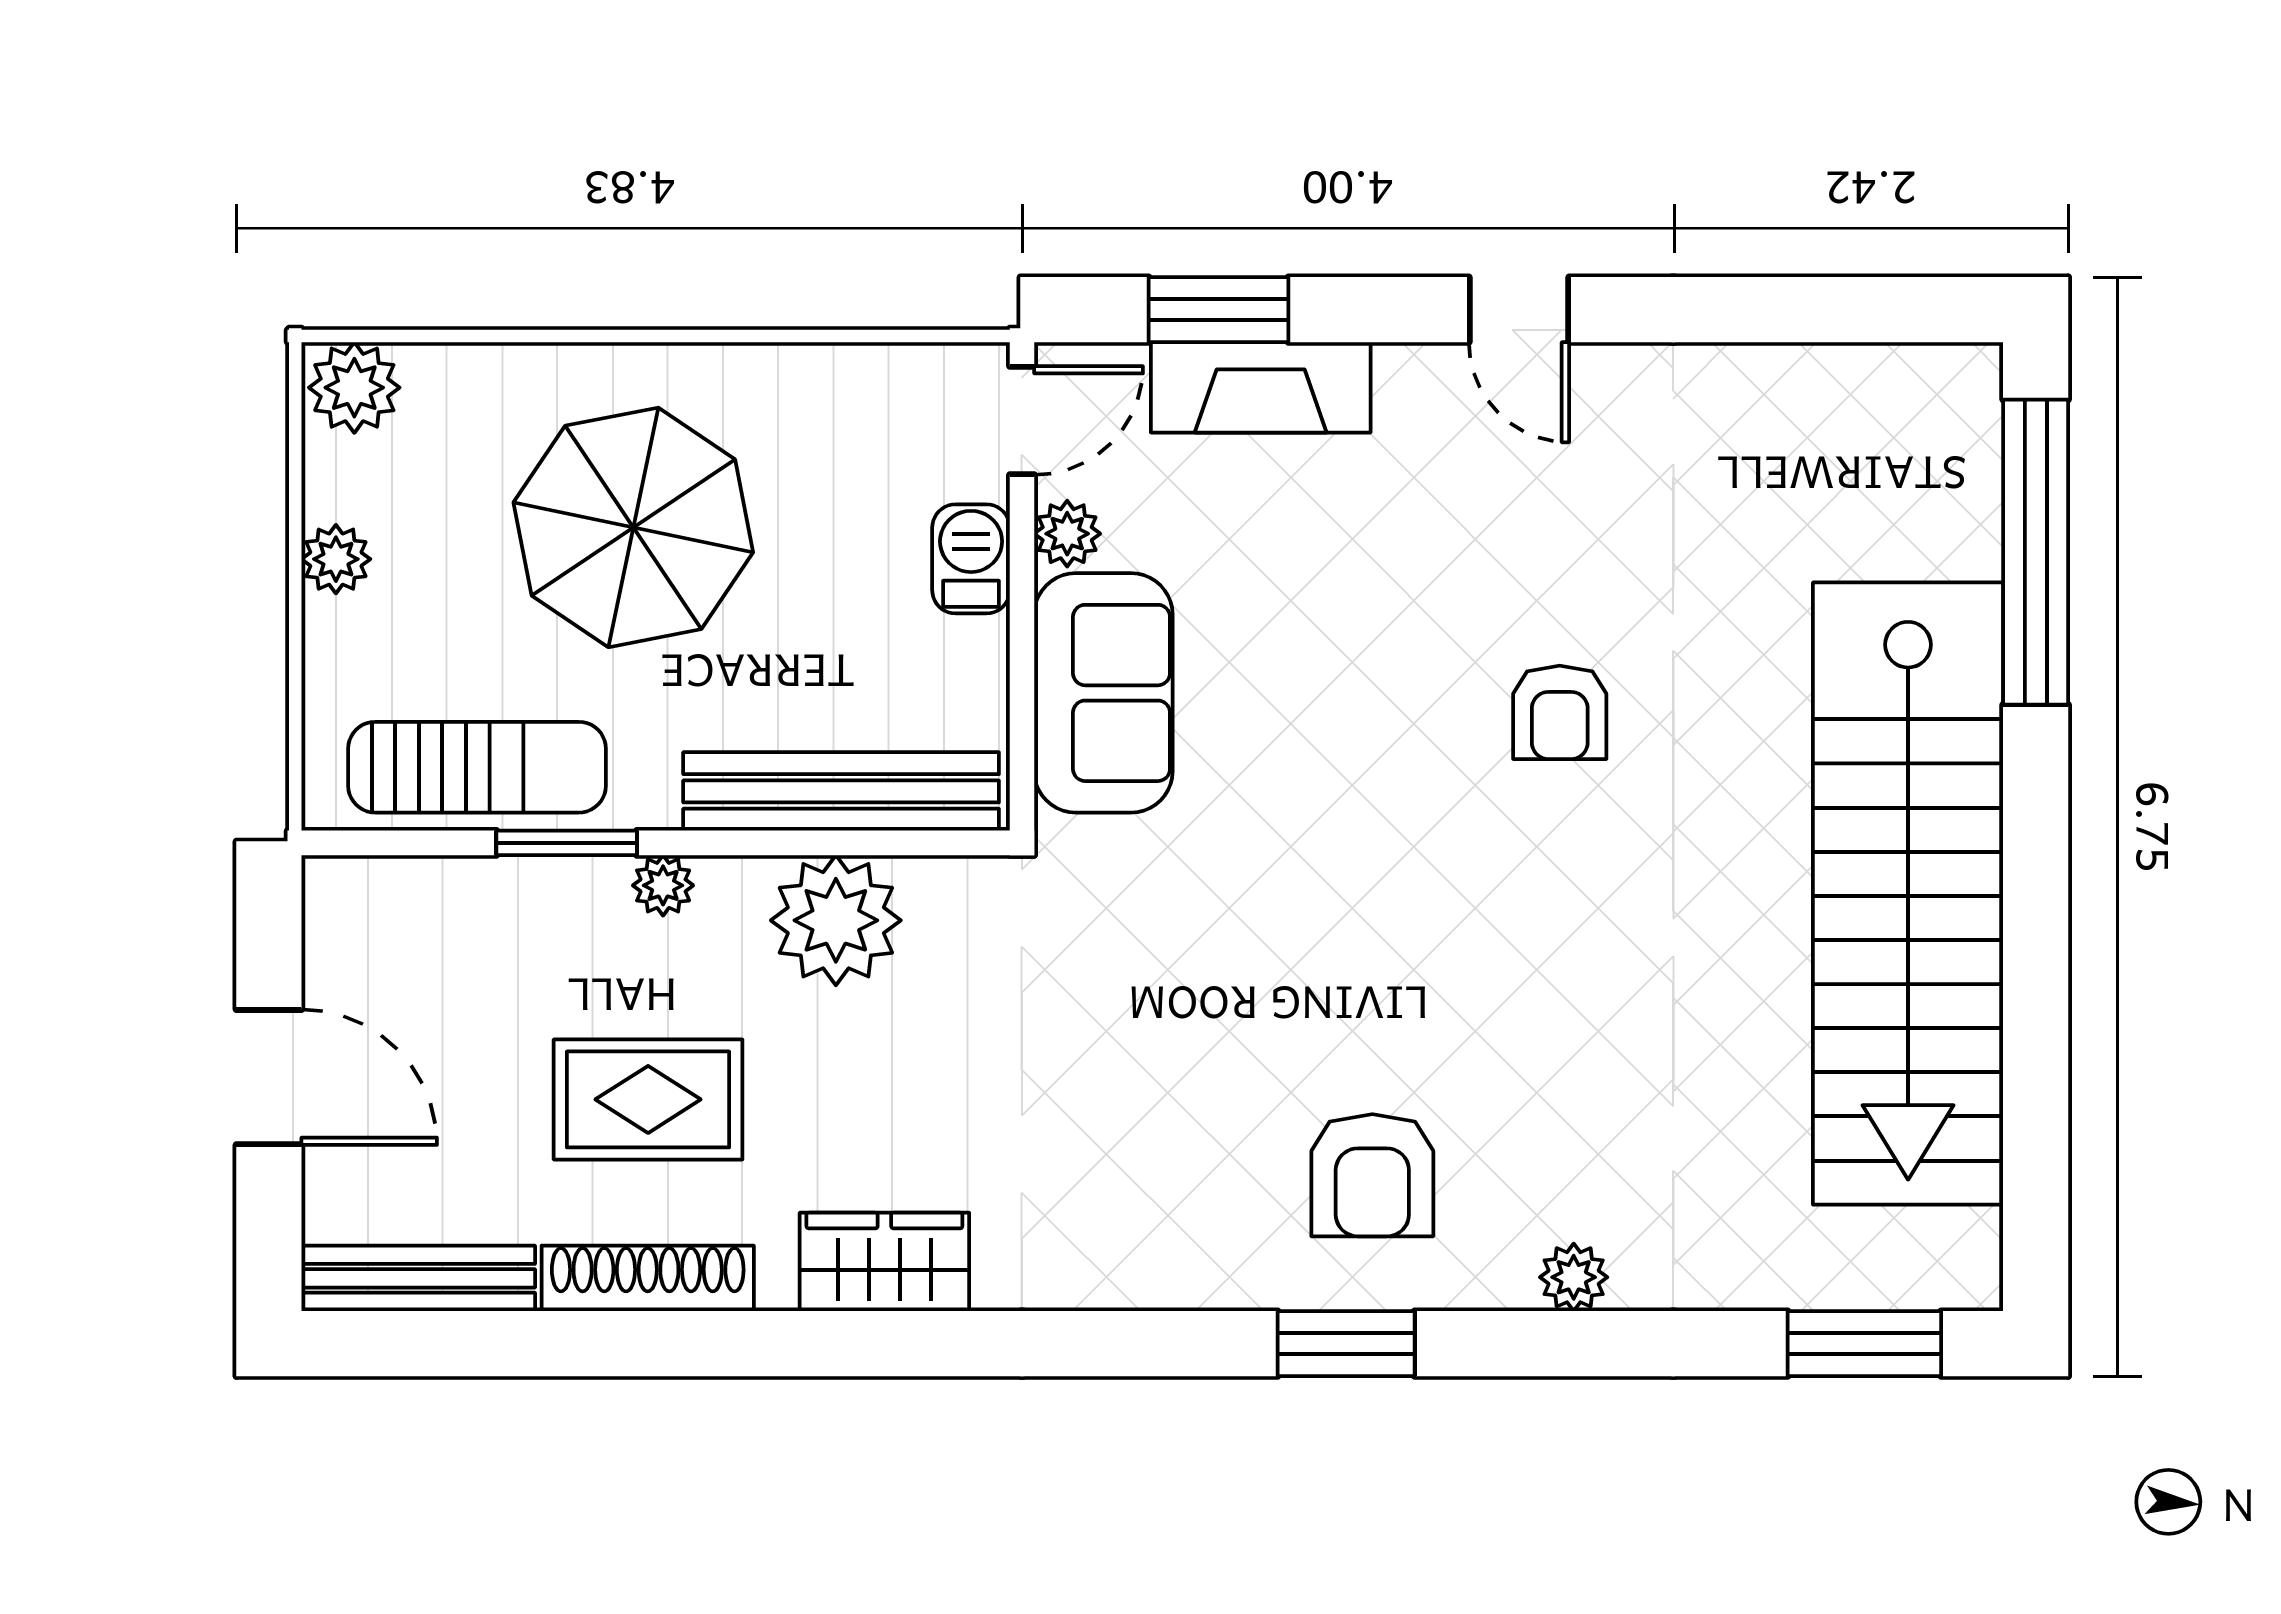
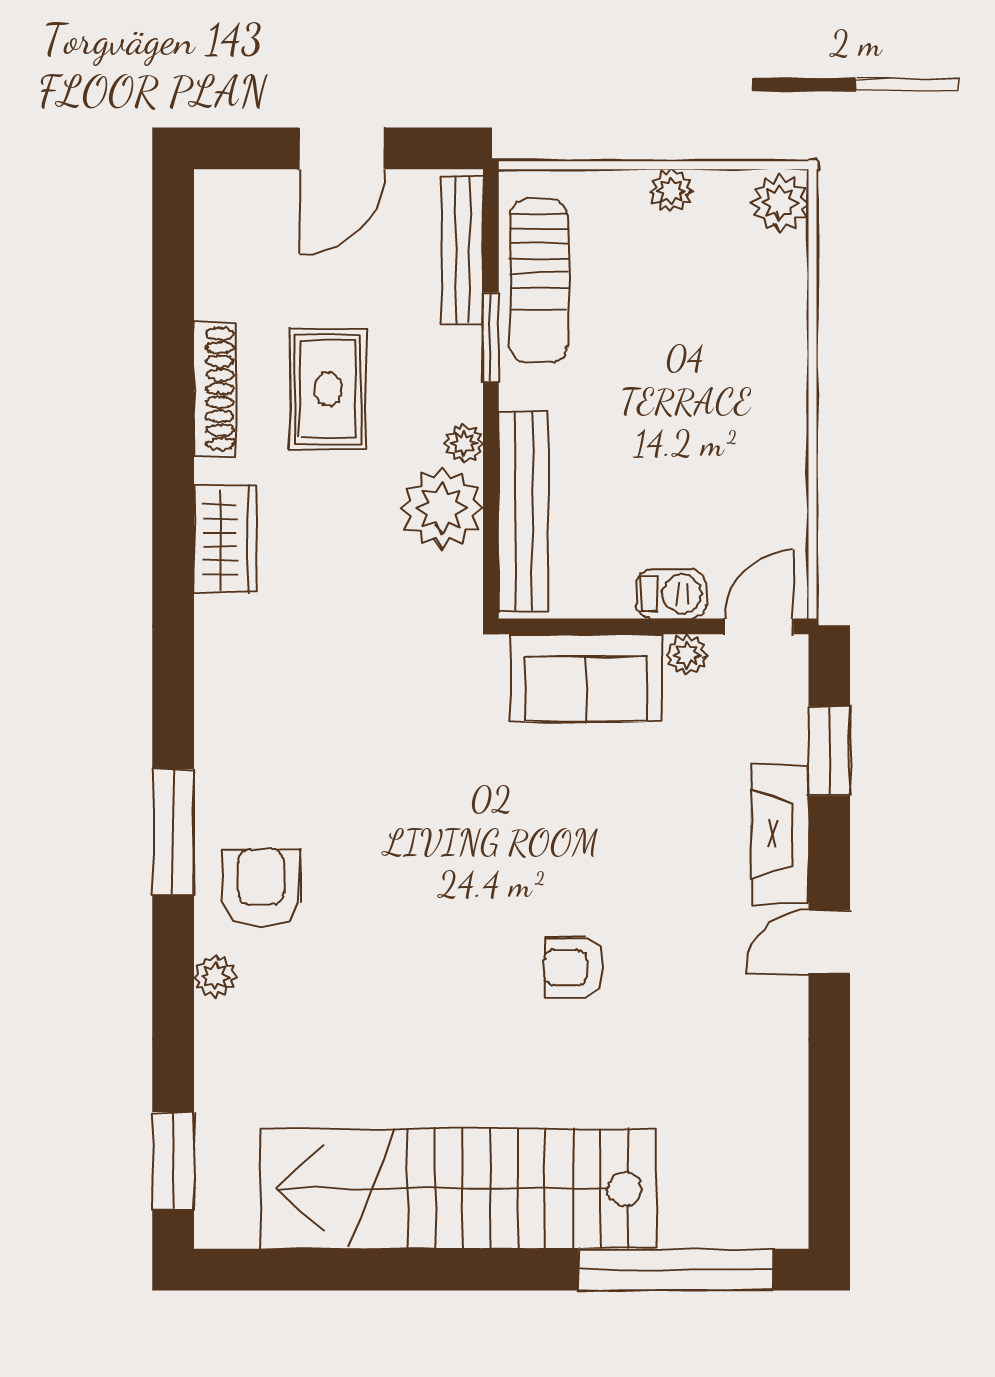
fireplace: (1261, 387) -> (780, 834), moved
door: (1022, 421) -> (759, 626), swing flipped
parasol: (633, 527) -> (691, 380), removed
plant: (663, 885) -> (464, 443), moved
armchair: (1372, 1175) -> (261, 888), moved, turned 90
bench: (418, 1278) -> (462, 250), moved
window: (1346, 1344) -> (173, 832), width x1.44

